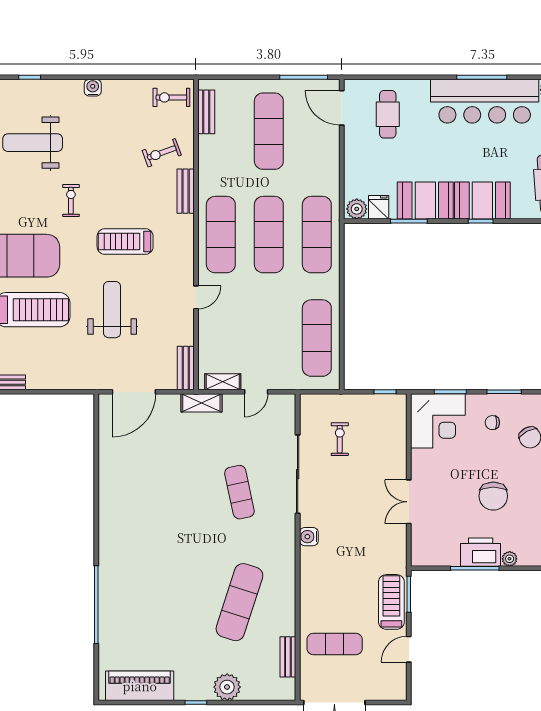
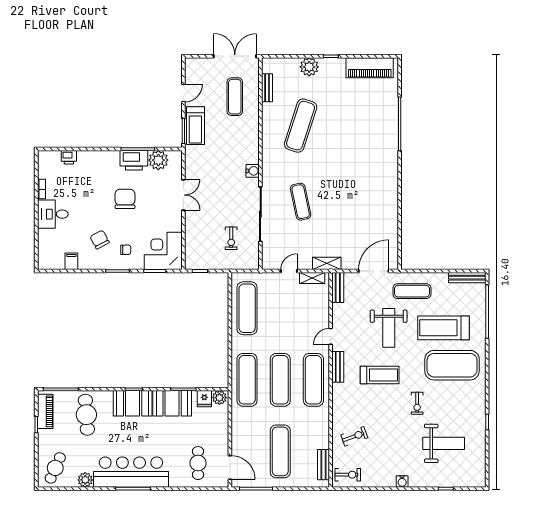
bench: (186, 191) -> (338, 367), moved
exercise mat: (78, 363) -> (412, 291), added
plant: (510, 559) -> (158, 160), moved, width x1.88, depth x1.88
exercise mat: (335, 644) -> (235, 97), turned 90

